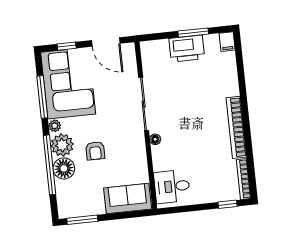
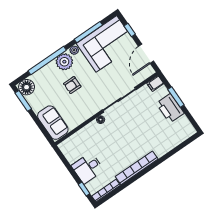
window: (193, 33) -> (176, 97), moved
filing cabinet: (227, 42) -> (155, 83), moved
floor lamp: (64, 168) -> (27, 87), moved
desk: (172, 186) -> (88, 168), moved, turned -90

